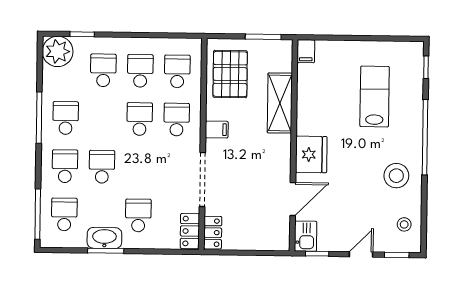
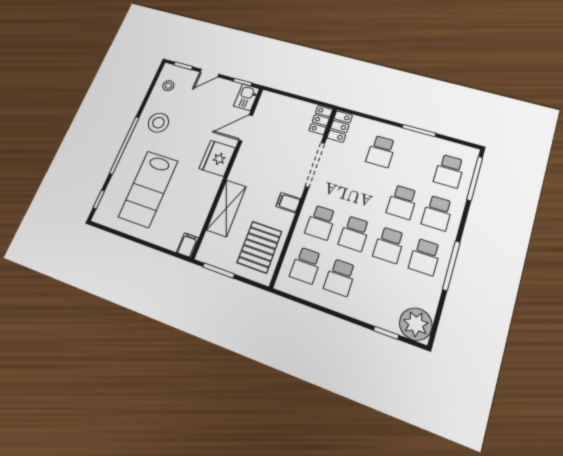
school desk: (103, 70) -> (389, 245), moved
lab bench: (375, 96) -> (148, 189), width x1.36, depth x1.39
washbasin: (104, 238) -> (417, 141), removed

